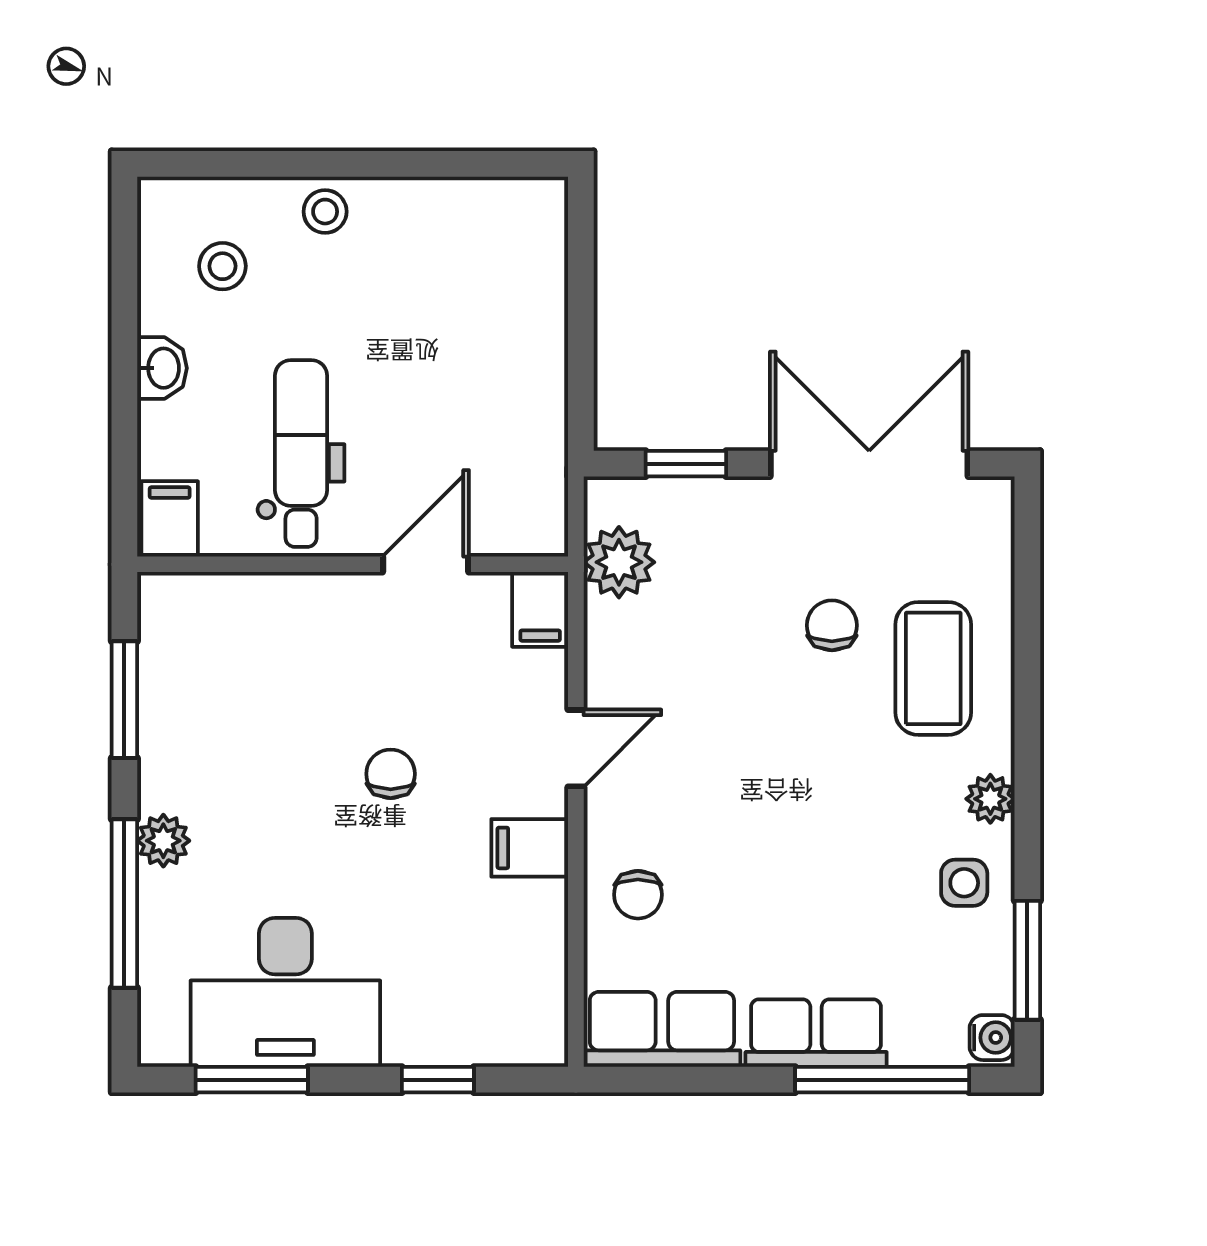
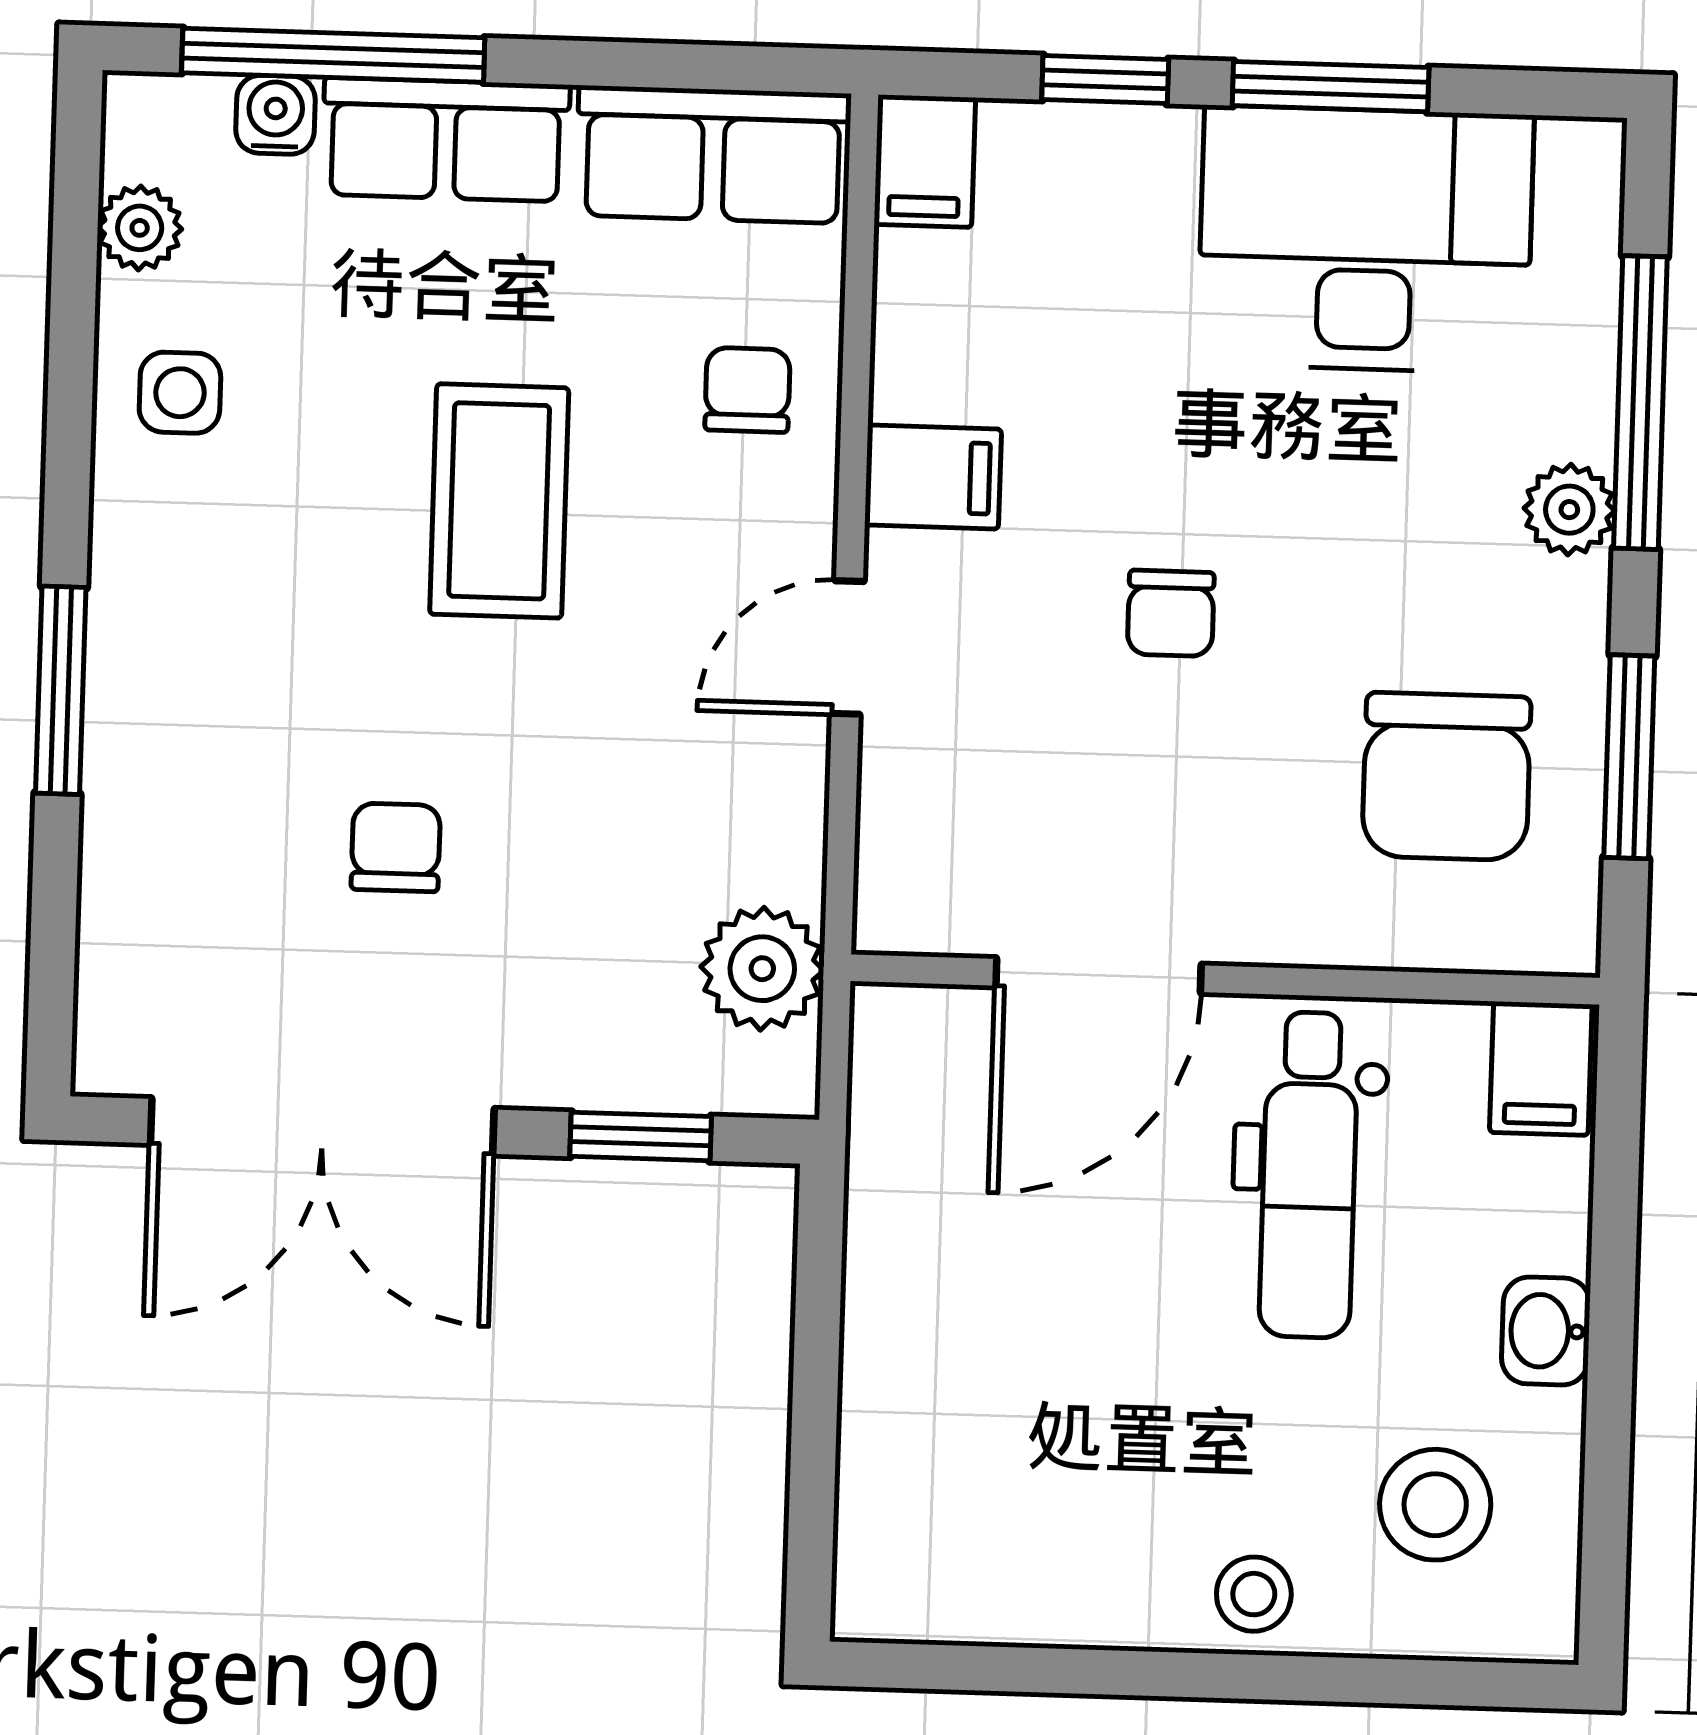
stool: (222, 266) -> (1435, 1505), width x1.37, depth x1.37
door: (426, 564) -> (1098, 976), width x1.38
filing cabinet: (540, 609) -> (925, 161), moved, turned 180
chair: (832, 625) -> (396, 847), turned 180
coffee table: (933, 668) -> (499, 501), moved
chair: (229, 685) -> (1446, 777), added
plant: (990, 799) -> (140, 228), moved
window: (1027, 960) -> (61, 690), moved
water cooler: (992, 1038) -> (275, 115), moved, turned 90
window: (252, 1080) -> (1331, 87), moved

